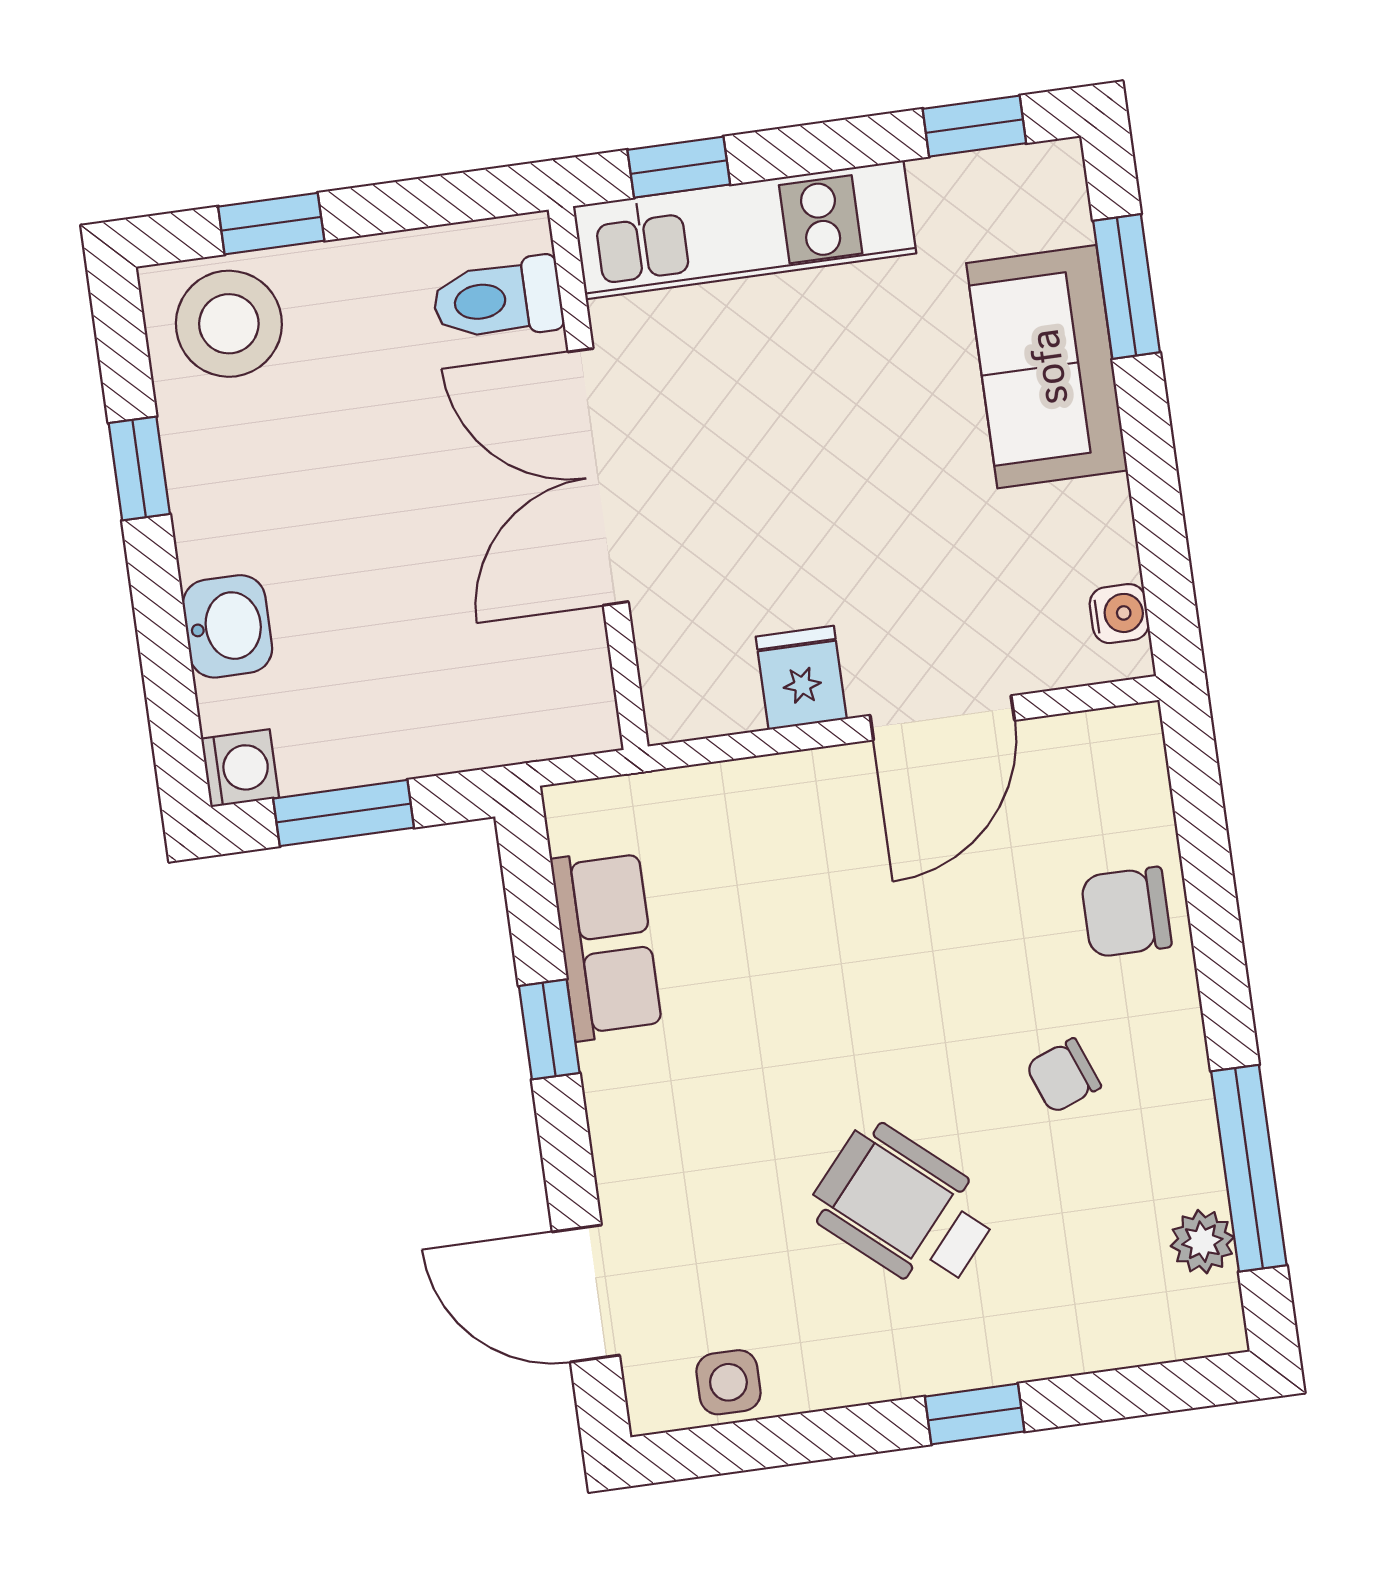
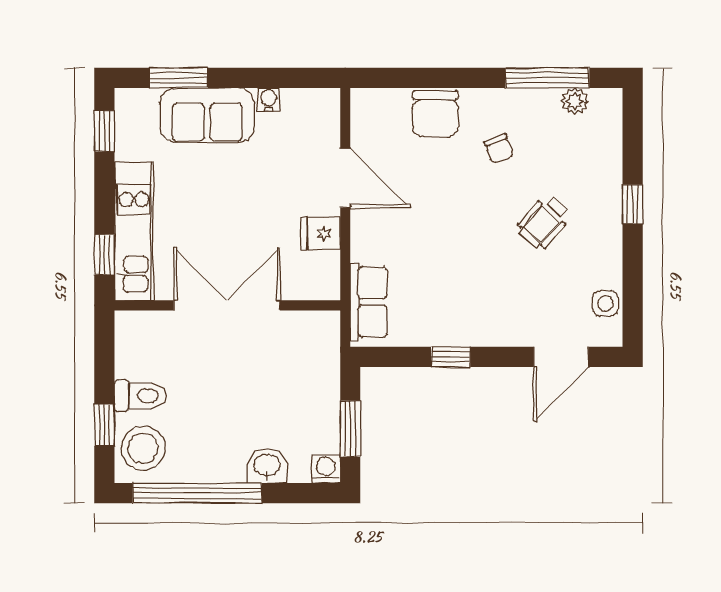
toilet: (498, 299) -> (141, 396), moved, turned -90
window: (139, 468) -> (197, 493), width x3.17
double door: (598, 477) -> (227, 305), swing flipped
water cooler: (1119, 614) -> (269, 99), moved
chair: (1126, 912) -> (435, 114), width x1.37, depth x1.37
row of seats: (606, 944) -> (369, 302), moved, turned 90
wheelchair: (904, 1208) -> (544, 222), width x0.73, depth x0.73

